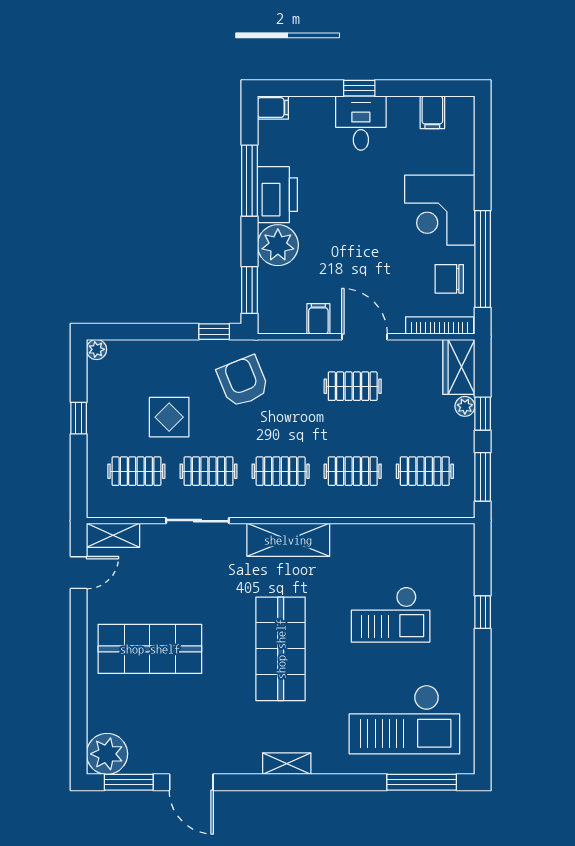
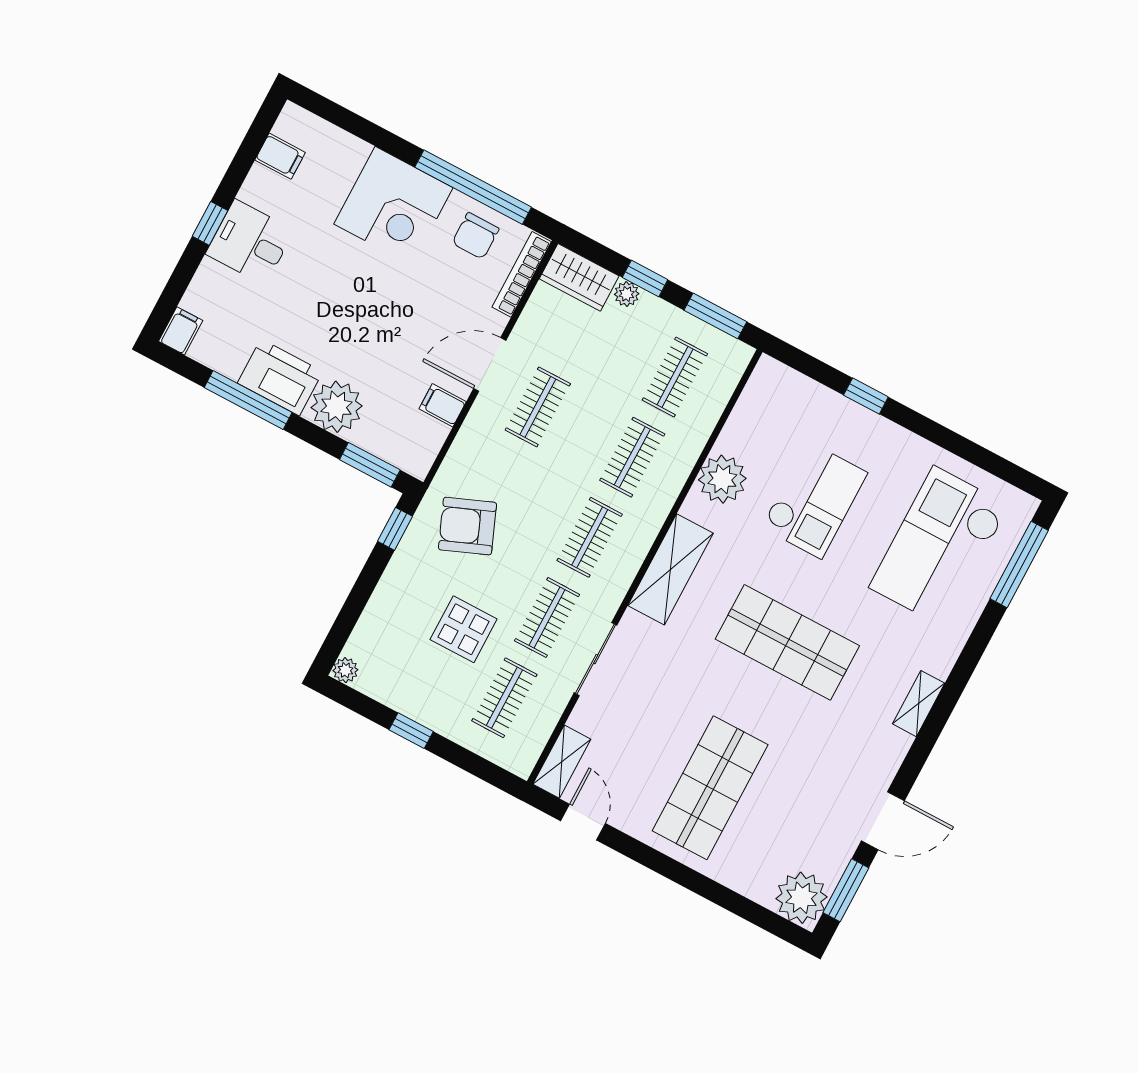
plant: (371, 542) -> (722, 479), added
checkout: (404, 719) -> (939, 546), turned 180

